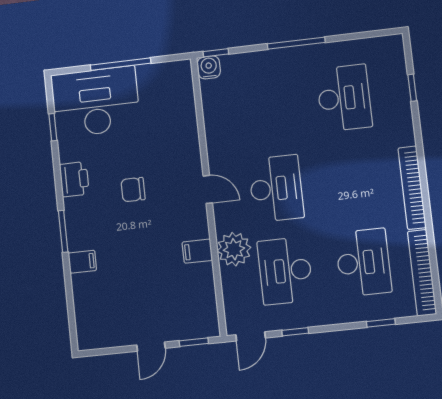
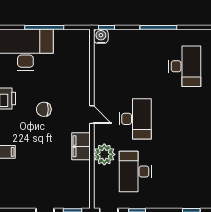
filing cabinet: (197, 251) -> (81, 146), width x2.00
desk: (363, 262) -> (185, 172), removed

